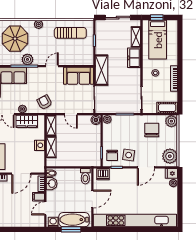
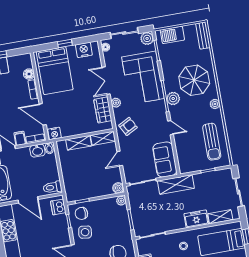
nightstand: (39, 145) -> (54, 133), moved

